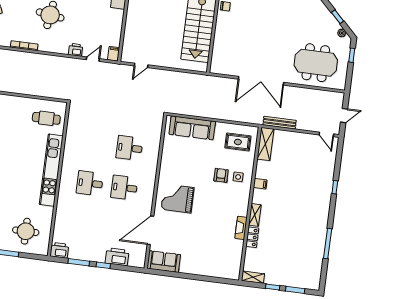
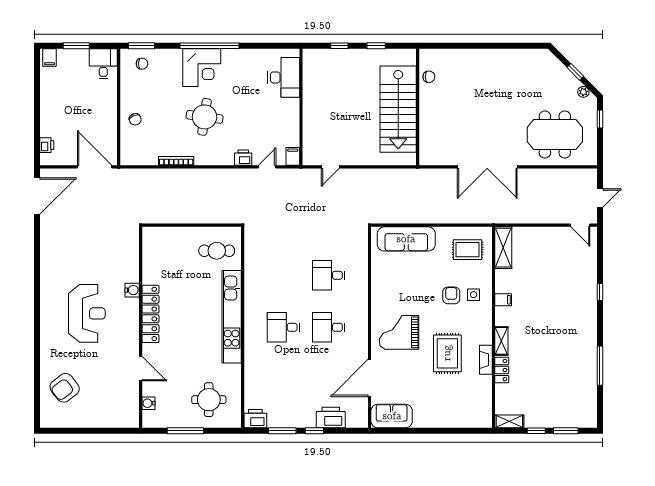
bench: (279, 123) -> (518, 218), removed
rug: (212, 219) -> (447, 353), added

